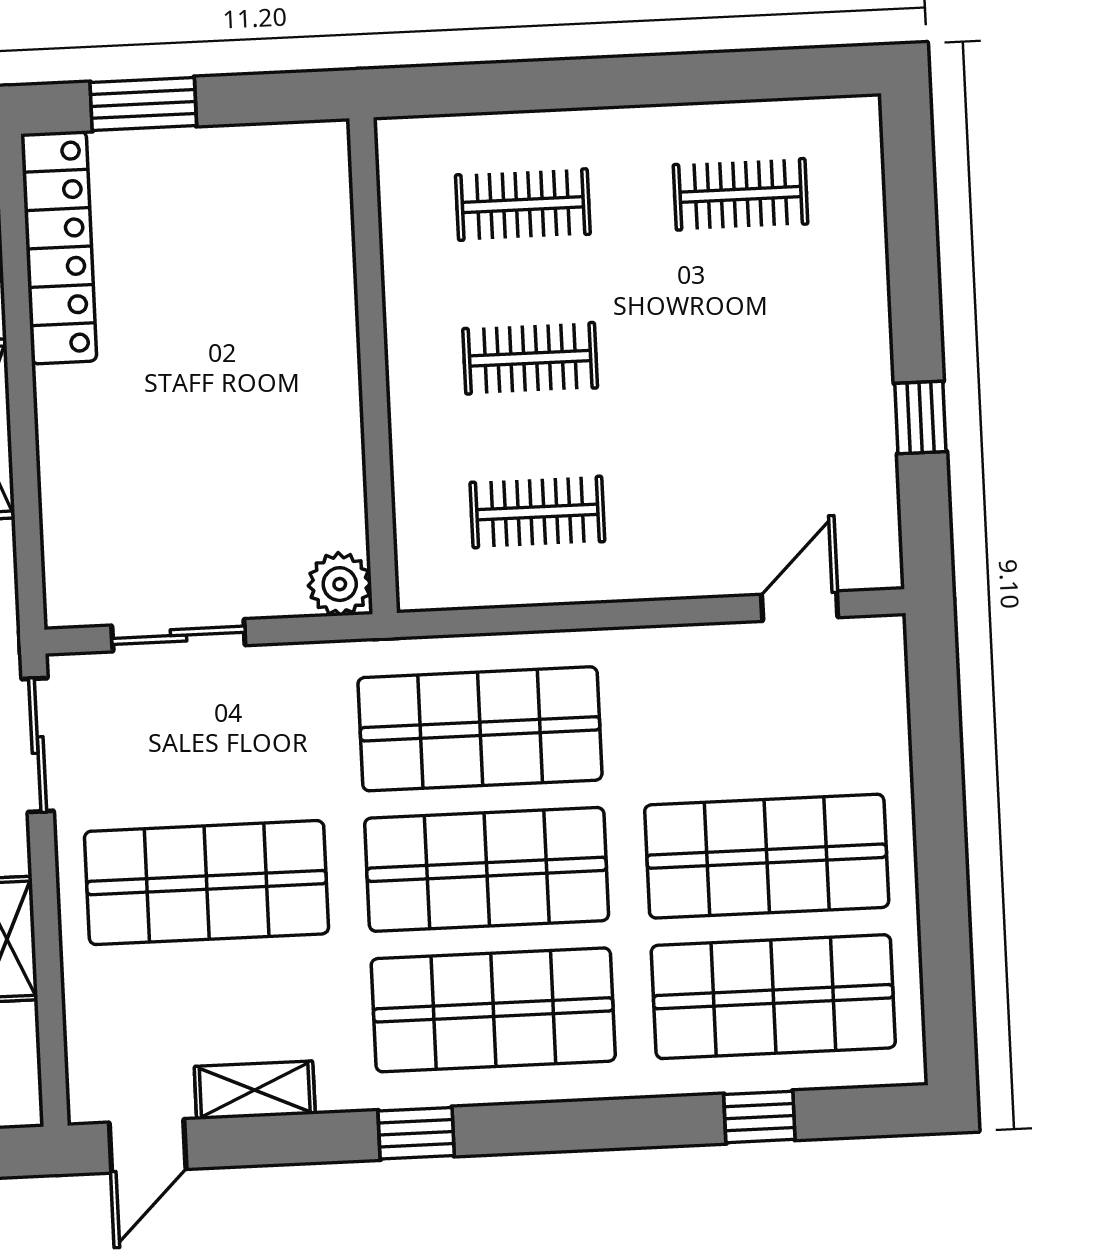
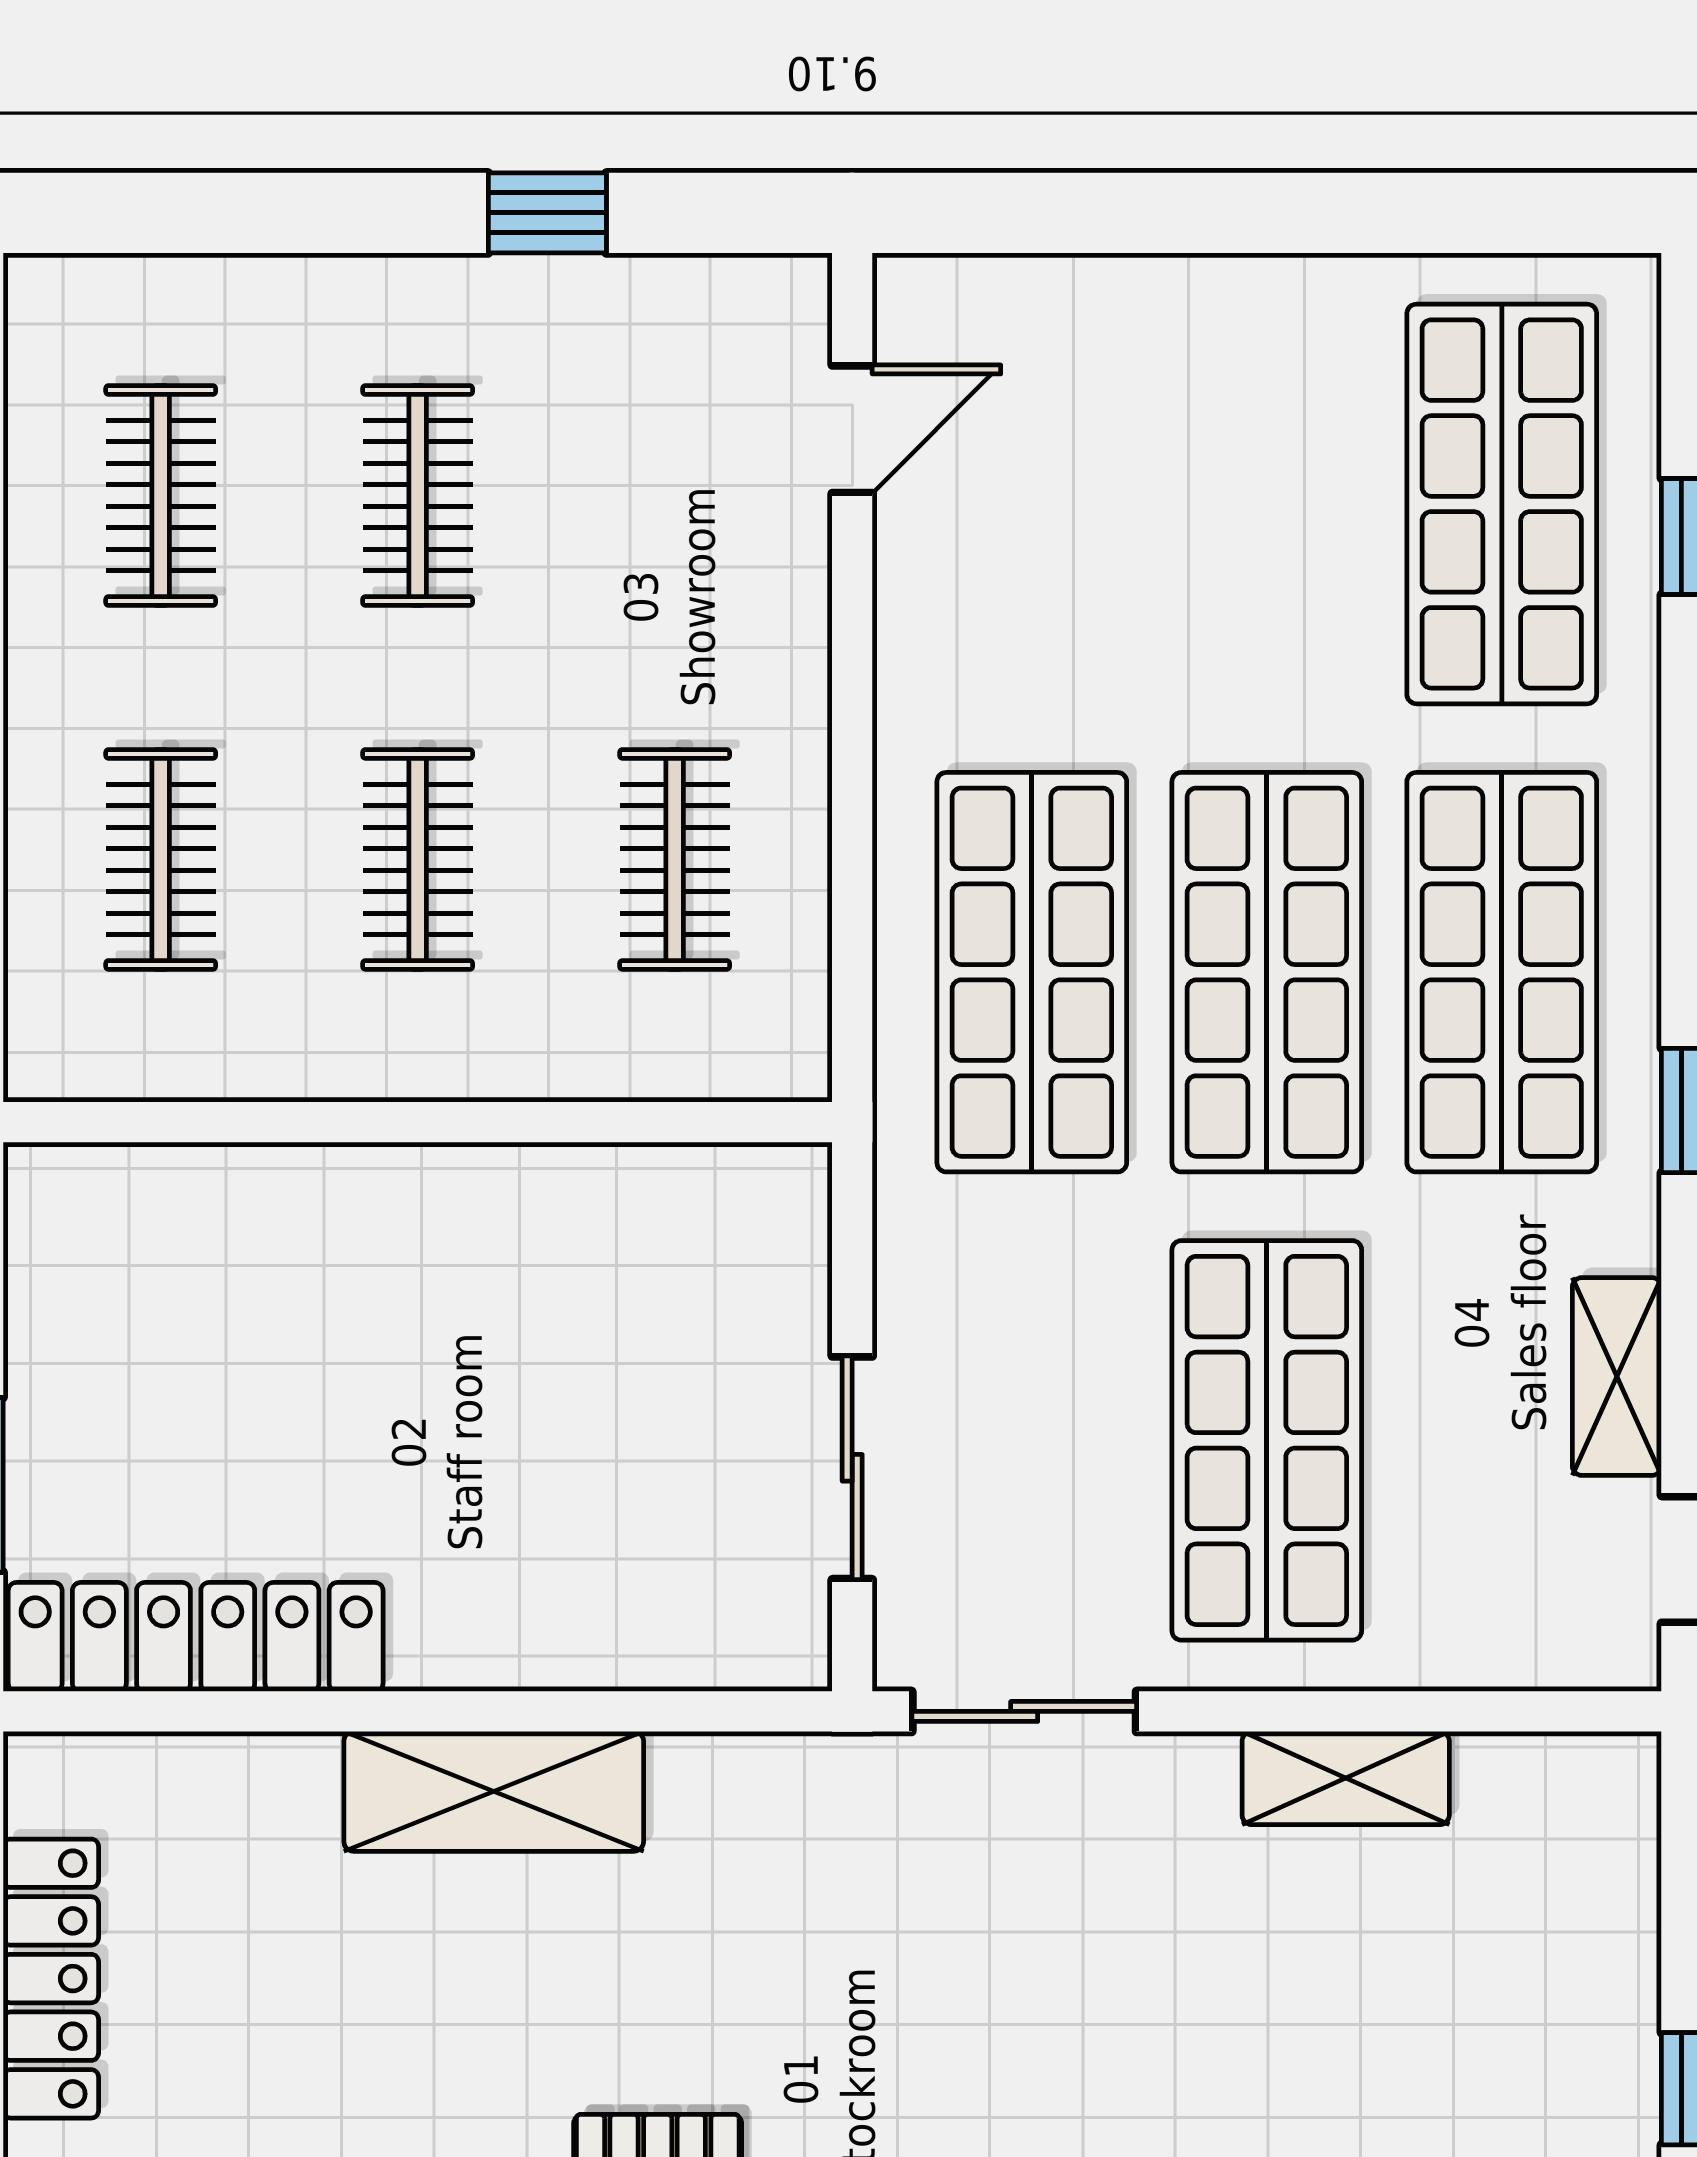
clothes rail: (748, 348) -> (418, 495), added
plant: (340, 584) -> (779, 1195), removed
door: (800, 606) -> (852, 429), swing flipped
shop shelf: (767, 856) -> (1267, 504), removed

